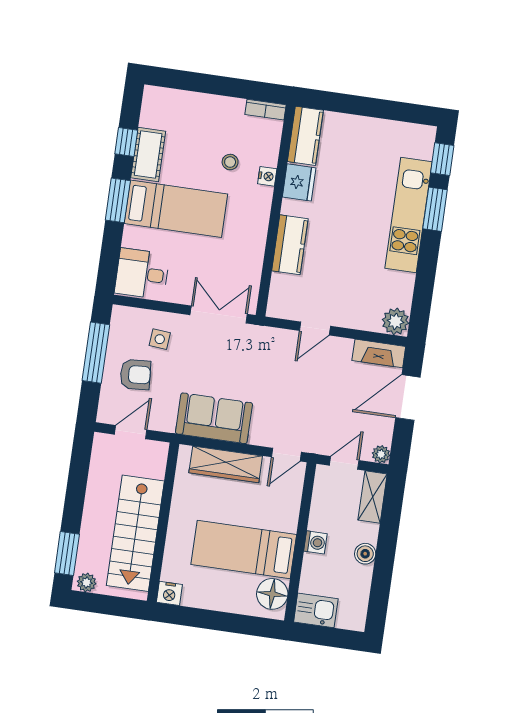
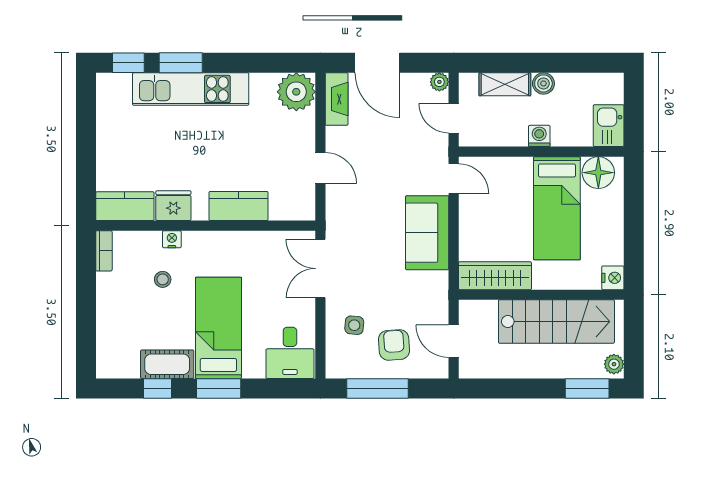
plant: (395, 321) -> (296, 92), width x1.36, depth x1.36
sofa: (214, 418) -> (427, 233), moved
wardrobe: (226, 464) -> (495, 276), moved, turned -90
shelving: (373, 497) -> (505, 84), moved

